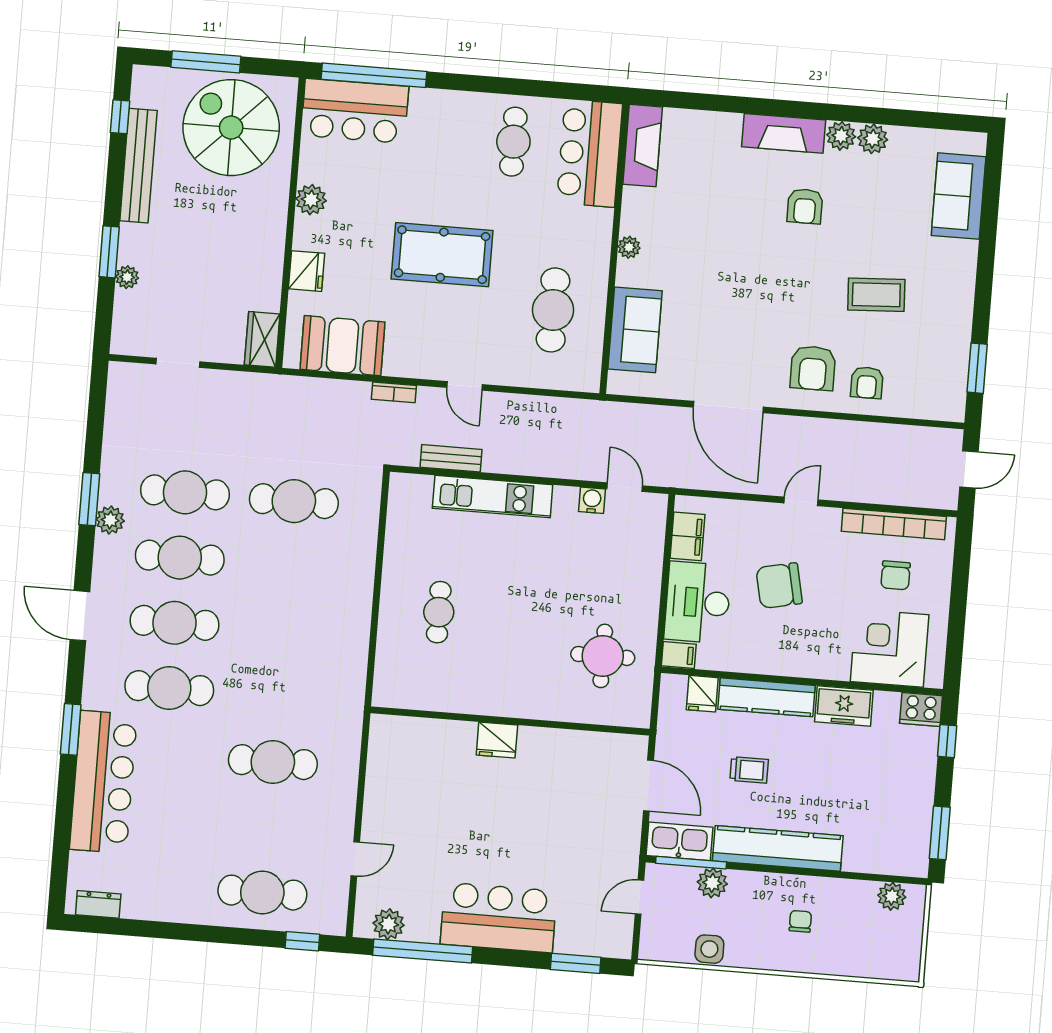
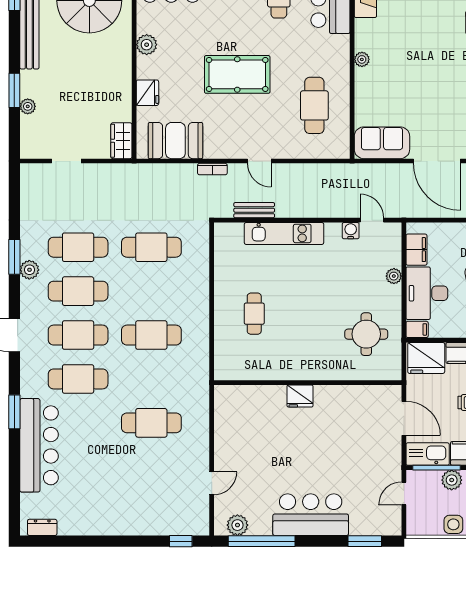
sofa: (635, 330) -> (382, 143), moved, turned -90
plant: (651, 573) -> (394, 276), added
fridge: (702, 694) -> (426, 358), width x1.88, depth x1.34
cafe table: (262, 893) -> (151, 335), moved

